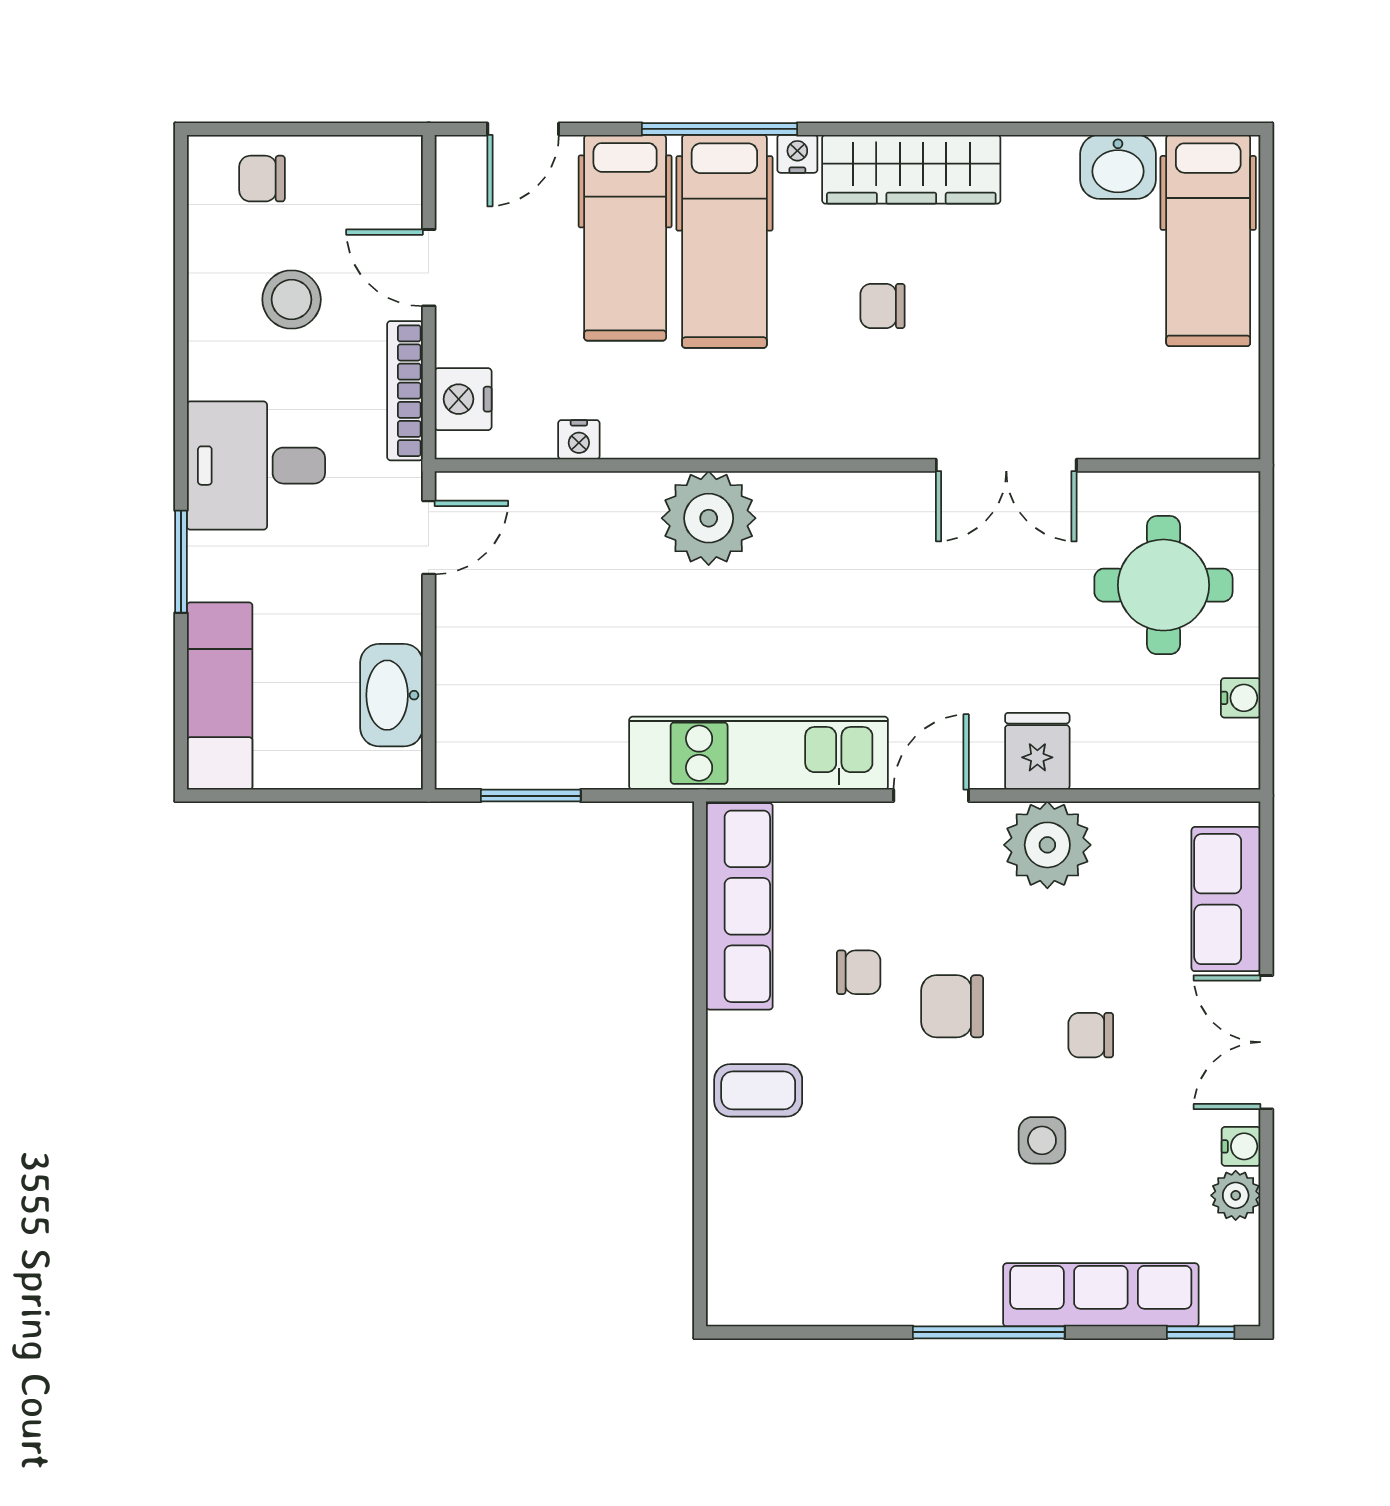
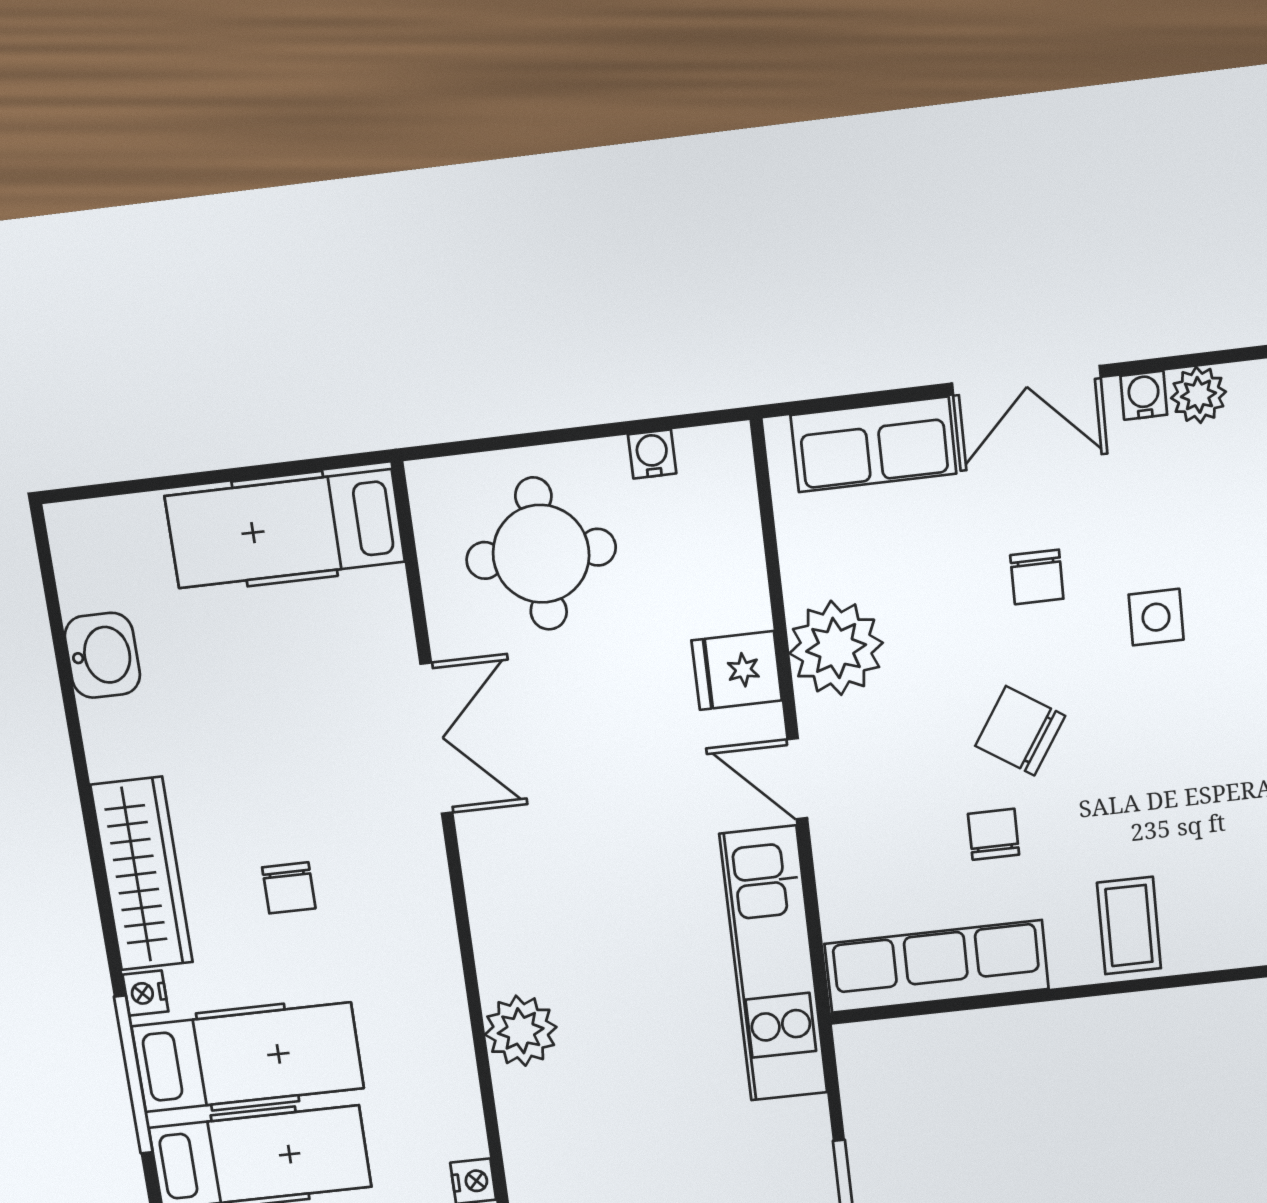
hospital bed: (1208, 240) -> (285, 529), moved, turned 180
plant: (709, 518) -> (521, 1031), width x0.73, depth x0.73
chair: (952, 1006) -> (1020, 731), turned 123

